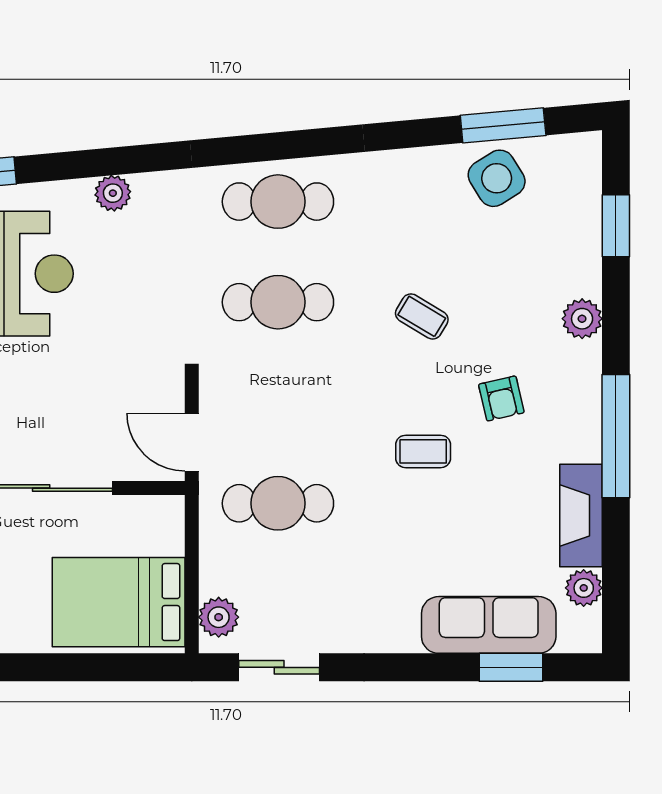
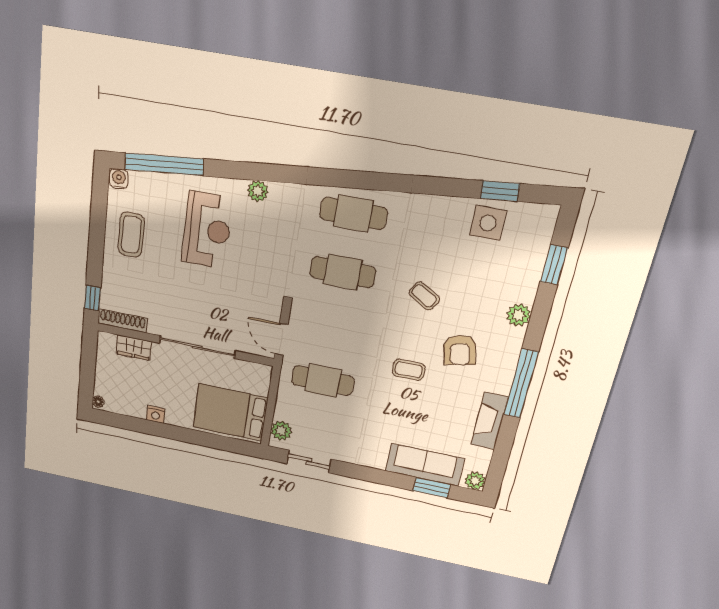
window: (503, 125) -> (500, 191), width x0.69
side table: (497, 178) -> (488, 223), turned 32
armchair: (501, 398) -> (460, 350), width x1.38, depth x1.38
plant: (584, 588) -> (475, 481), moved

